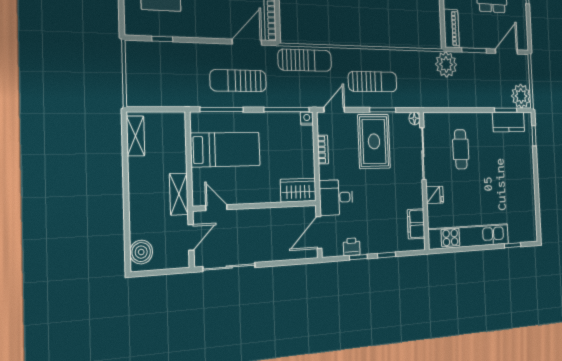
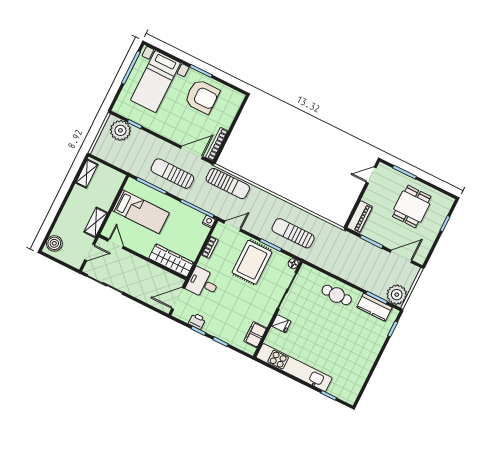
plant: (446, 64) -> (120, 130), moved
sun lounger: (373, 82) -> (293, 233), moved, turned 180
cafe table: (461, 149) -> (337, 295), moved, turned 90
wardrobe: (298, 190) -> (171, 260), width x1.50

